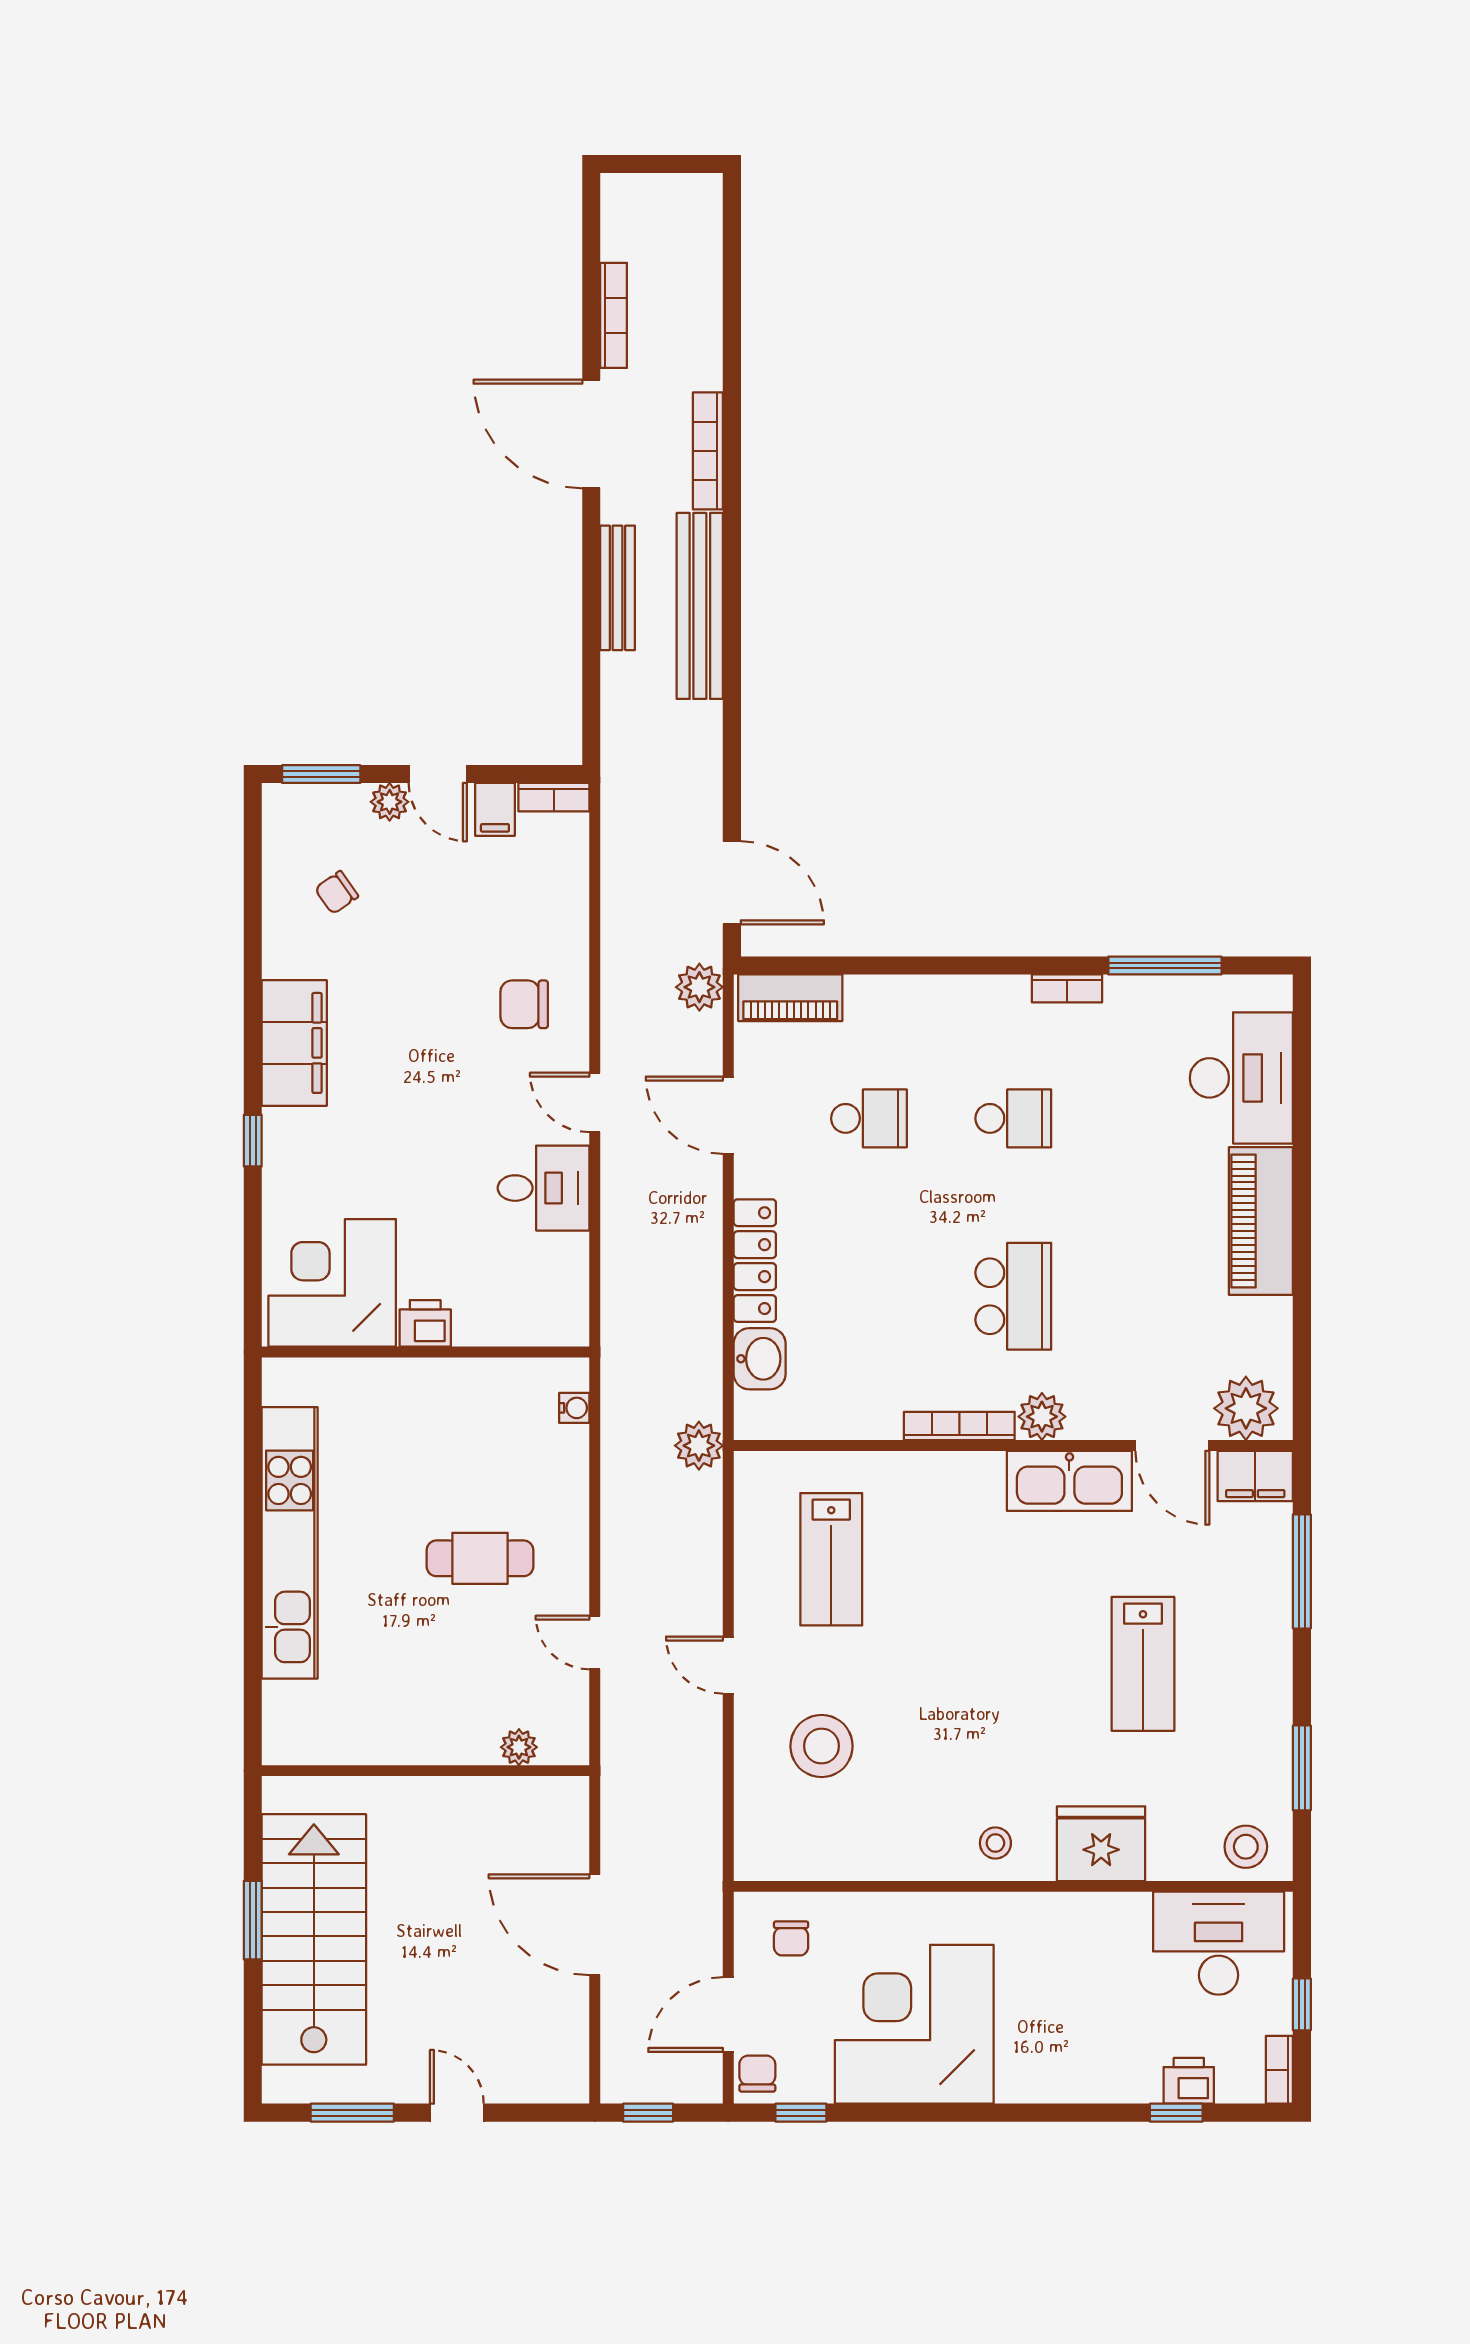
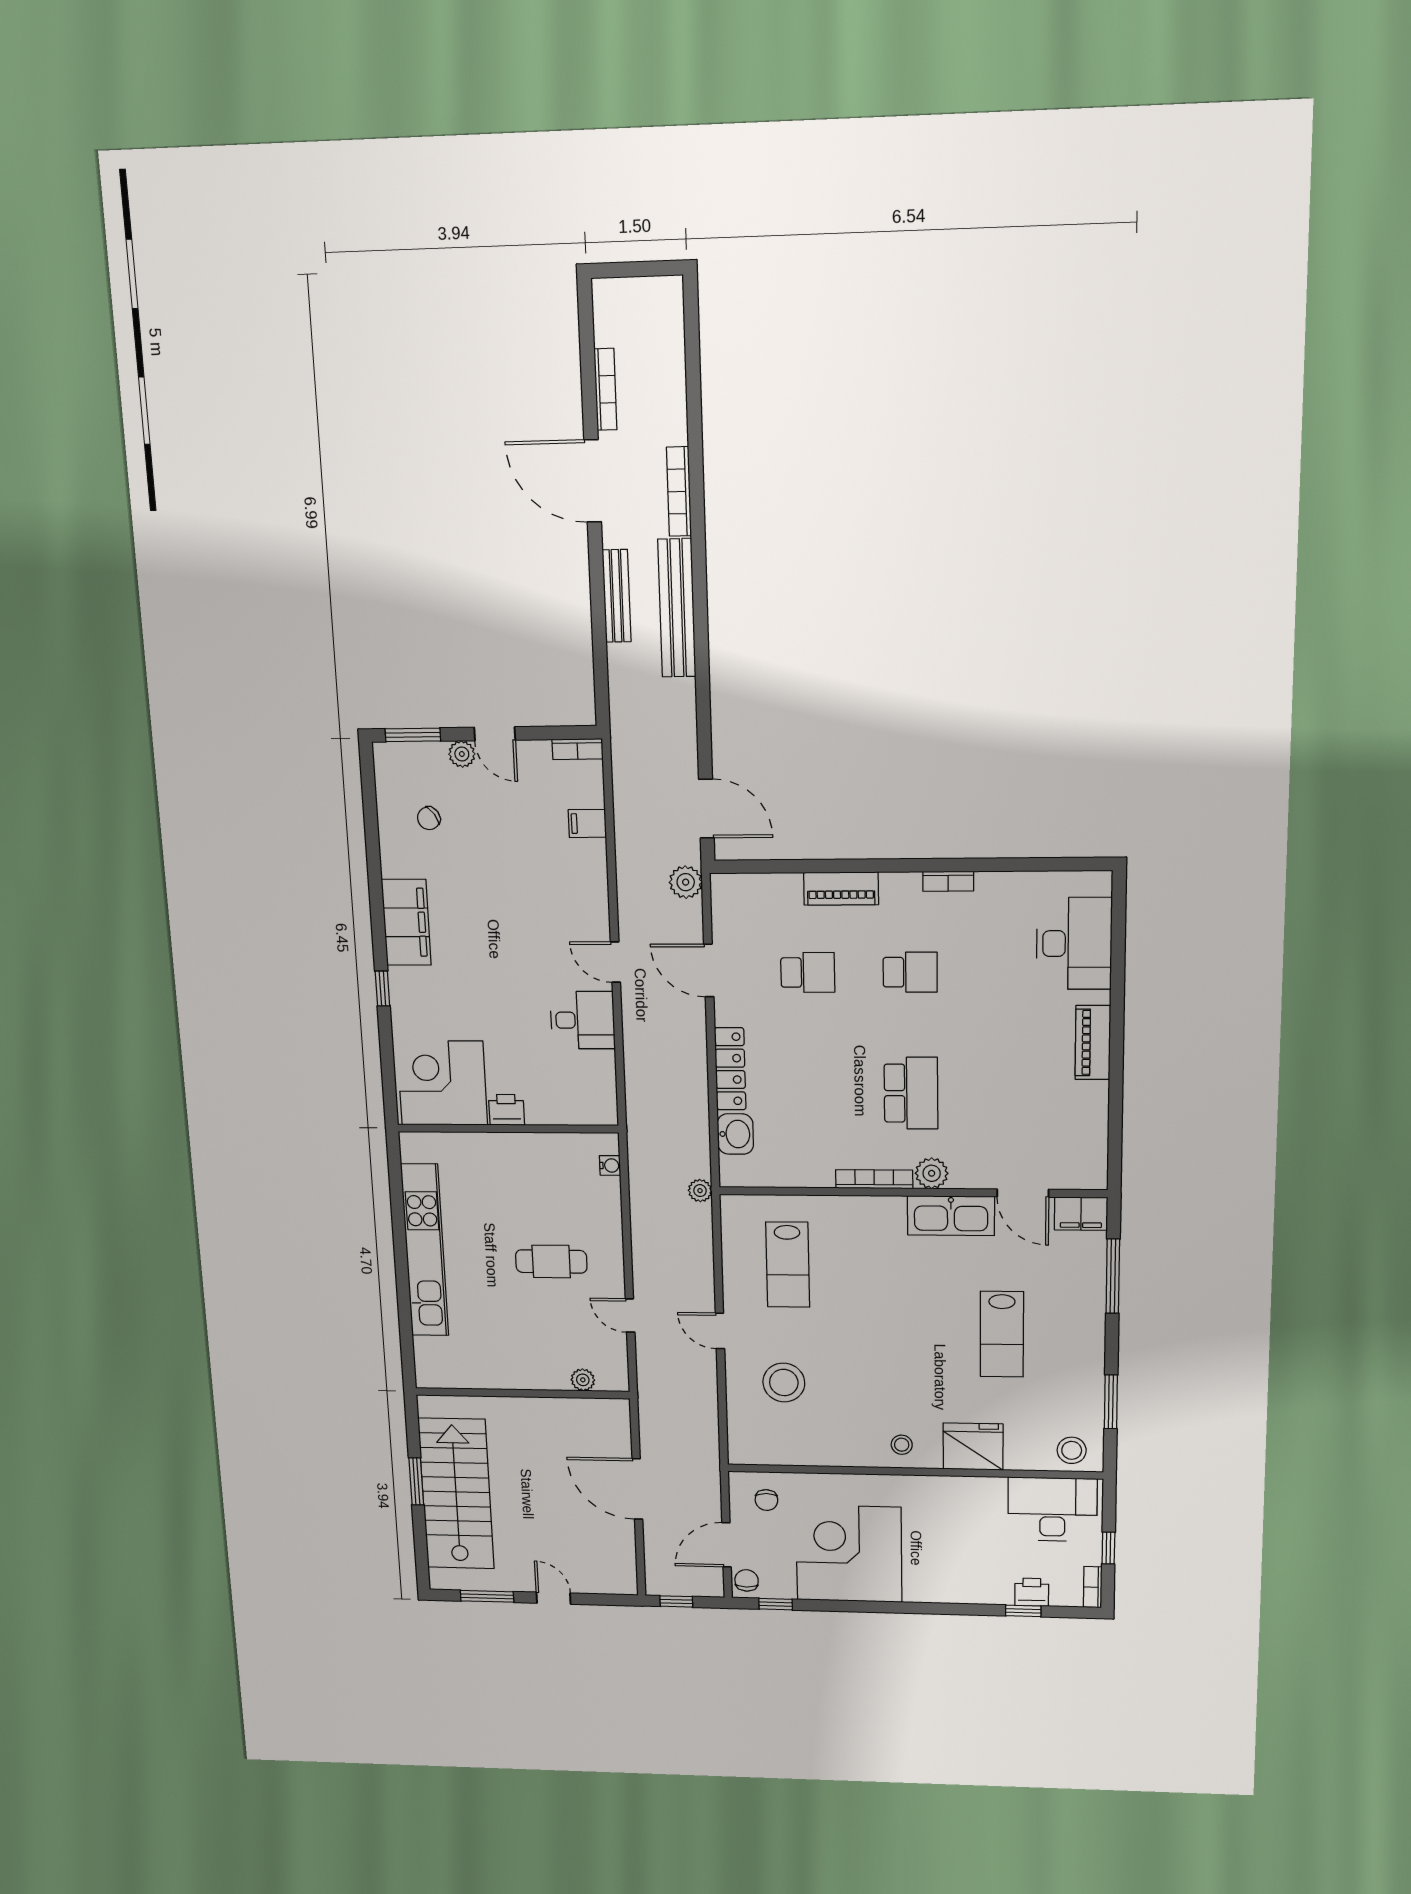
filing cabinet: (495, 809) -> (587, 823), moved, turned 90
window: (1165, 966) -> (1019, 865), removed
piano: (790, 998) -> (841, 889), moved
chair: (524, 1004) -> (563, 895), removed
piano: (1261, 1221) -> (1093, 1042), width x0.73, depth x0.75
plant: (1246, 1408) -> (1075, 1169), removed
plant: (699, 1446) -> (700, 1191), width x0.73, depth x0.73

